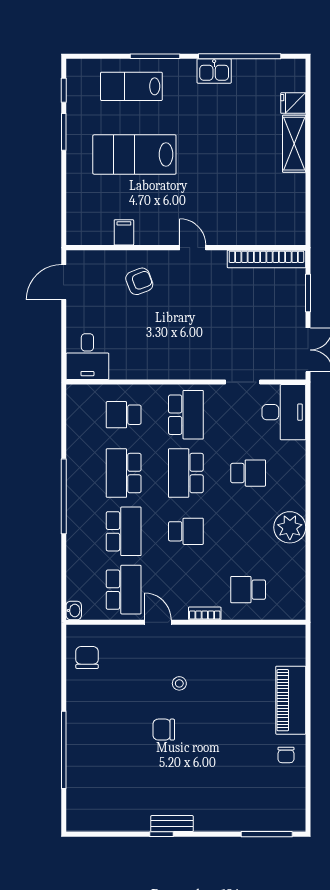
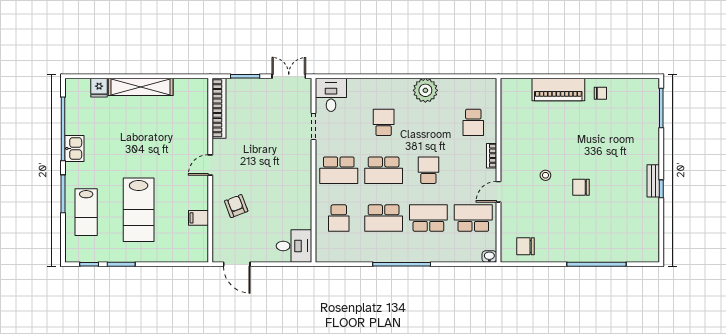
shelving: (294, 144) -> (141, 87), width x1.47
desk: (284, 412) -> (331, 95), width x0.73
school desk: (186, 415) -> (339, 170), turned 180
chair: (164, 730) -> (581, 187), turned 90

